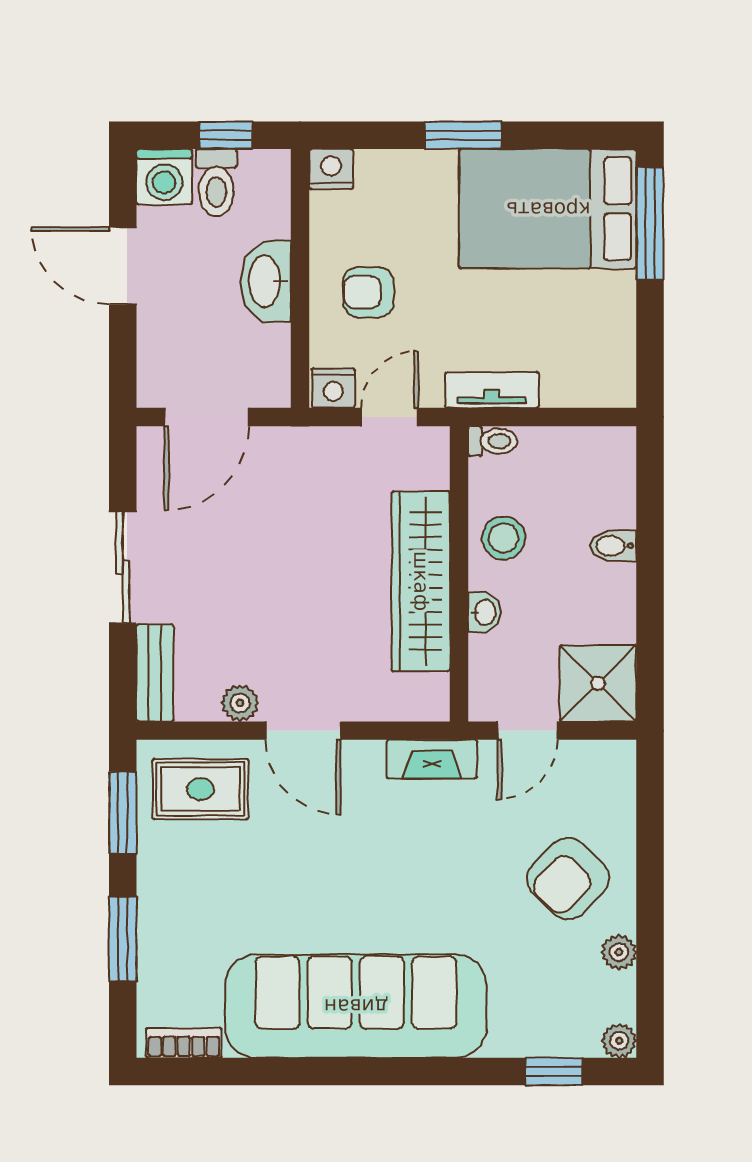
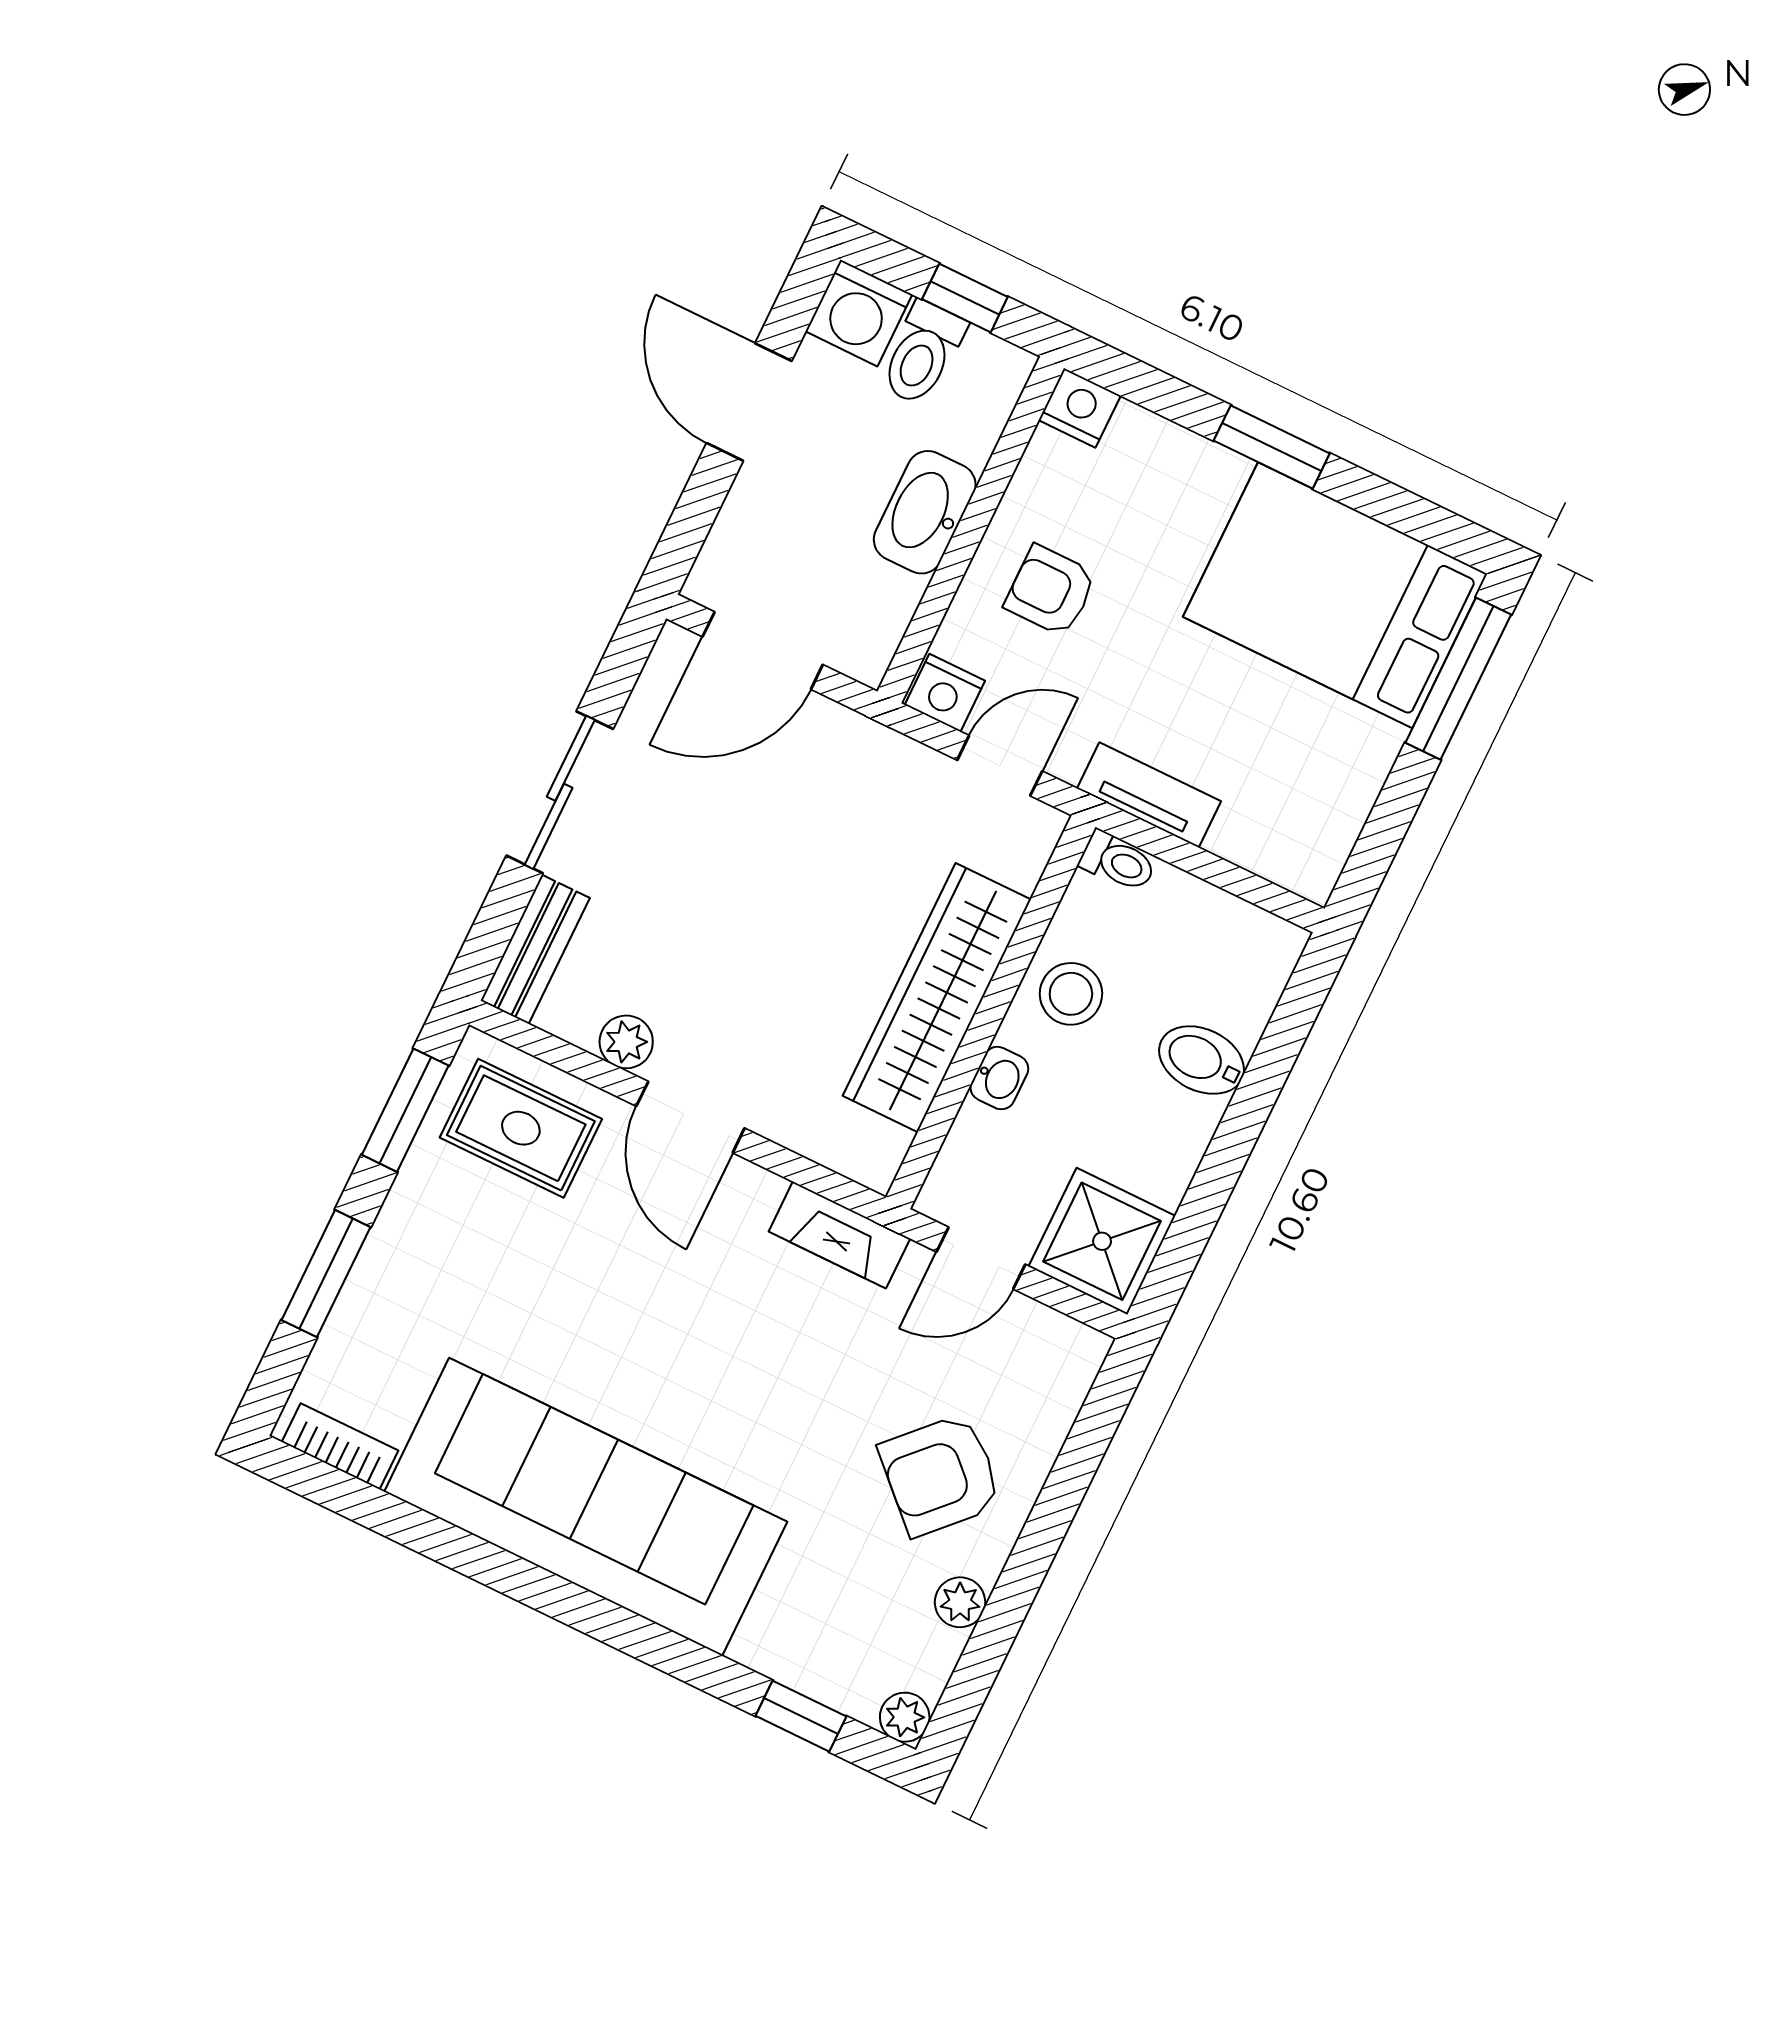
bidet: (613, 546) -> (1202, 1060), width x1.38, depth x1.36

